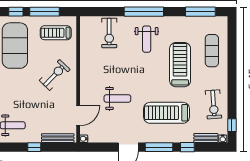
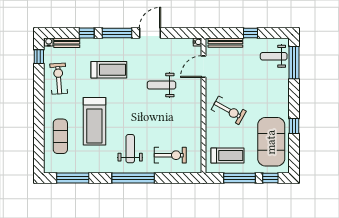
exercise bike: (109, 33) -> (170, 155), turned 90
exercise bike: (55, 75) -> (229, 110), turned -105
treadmill: (166, 113) -> (109, 70), width x0.73, depth x0.73

